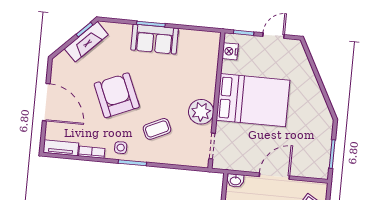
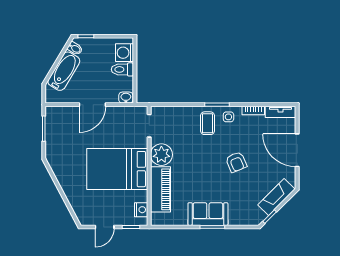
fireplace: (86, 42) -> (276, 197), moved
piano: (206, 72) -> (160, 189), added
armchair: (117, 95) -> (236, 162), width x0.53, depth x0.53
coffee table: (157, 129) -> (207, 123), moved, turned -65

